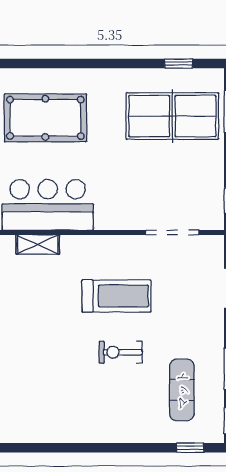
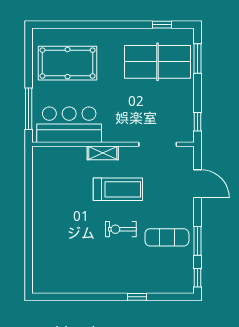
shelving: (38, 245) -> (103, 153), moved
exercise mat: (182, 390) -> (167, 237), moved, turned 90
window: (190, 448) -> (137, 297), moved

